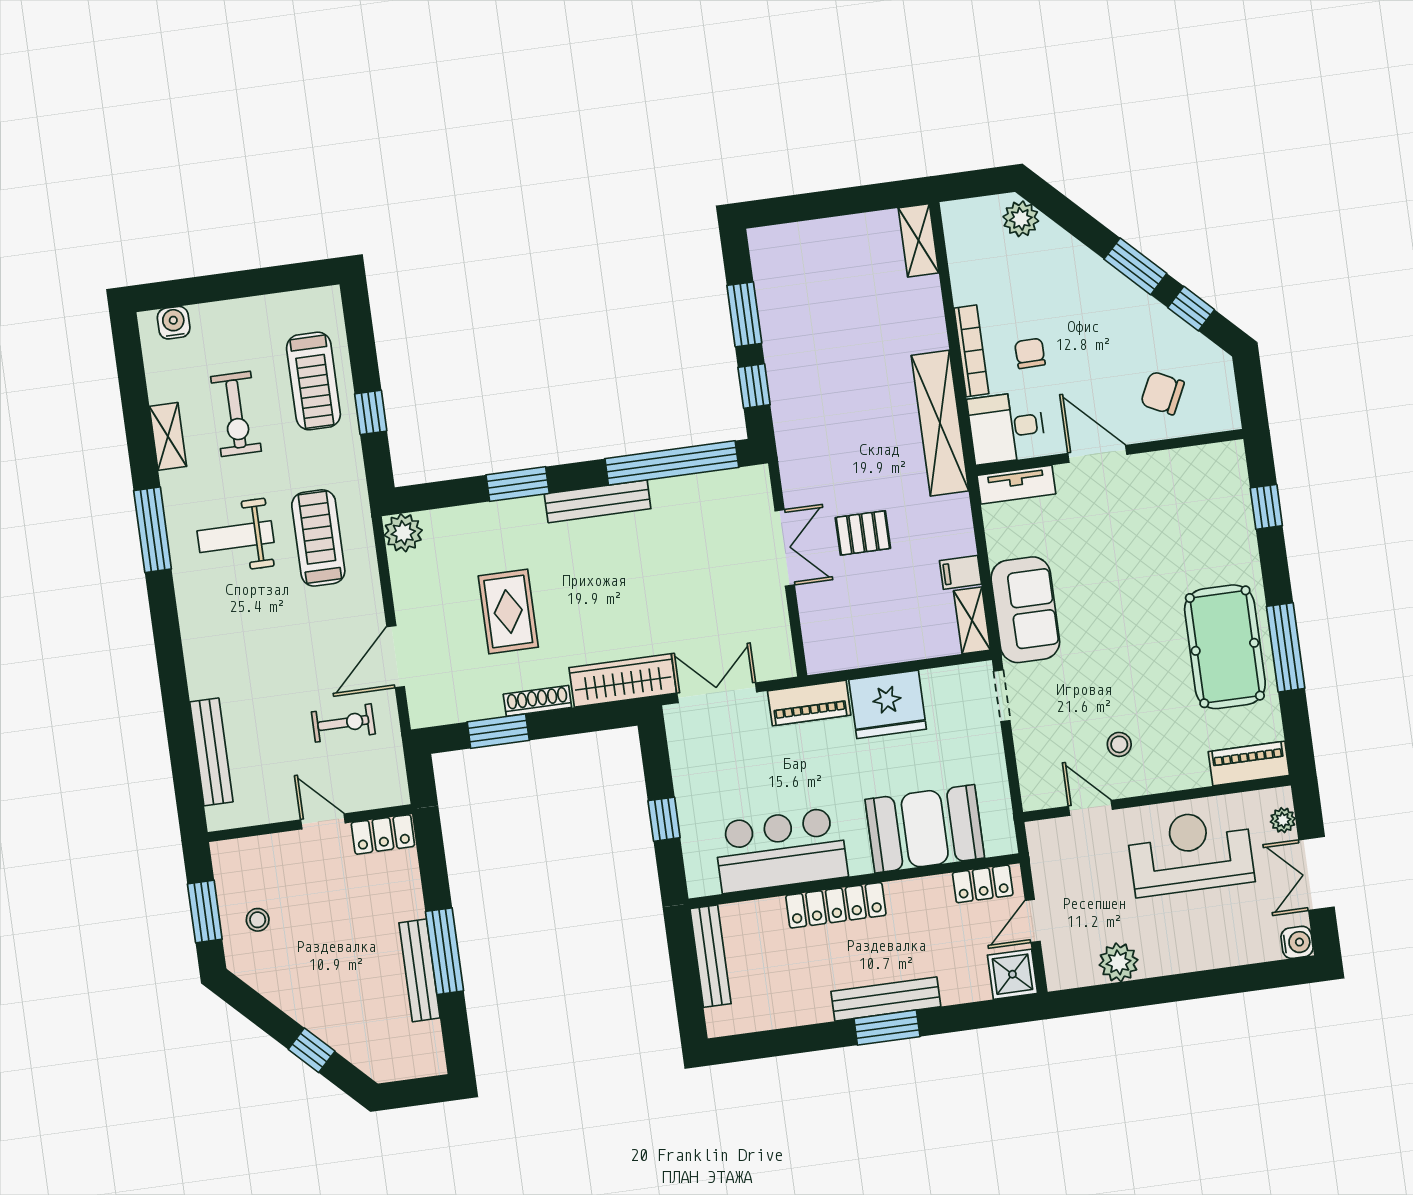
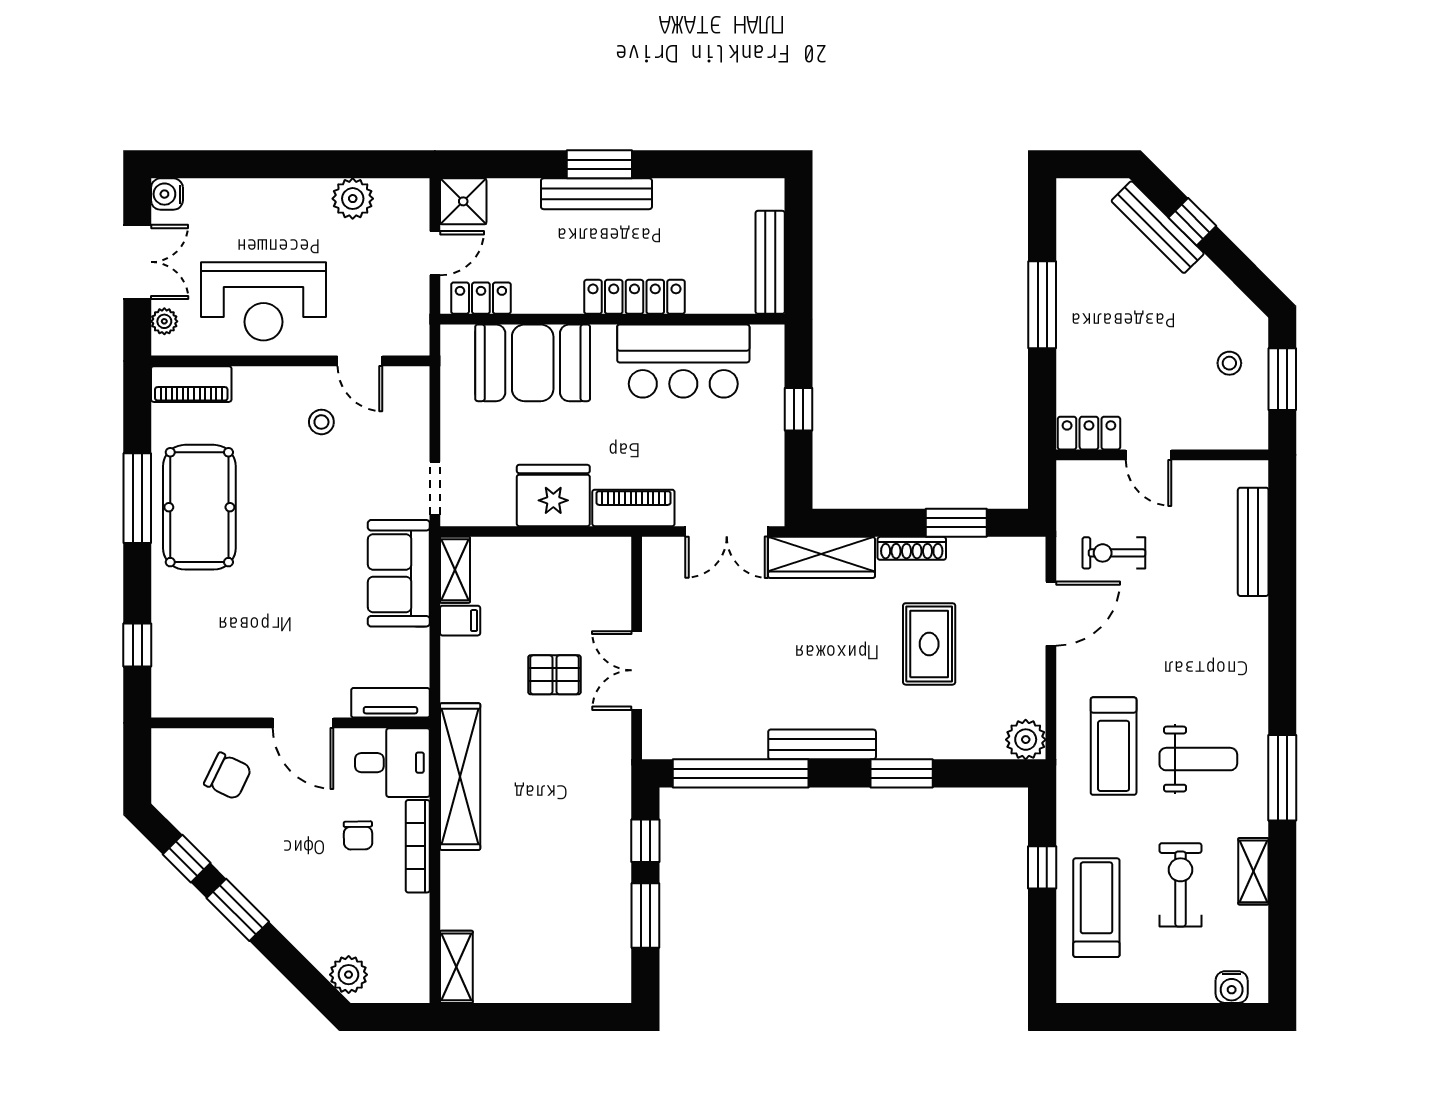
bench: (419, 970) -> (1158, 227), moved, turned -45

